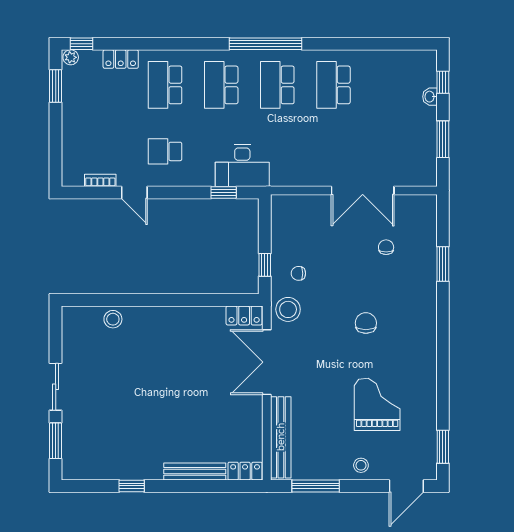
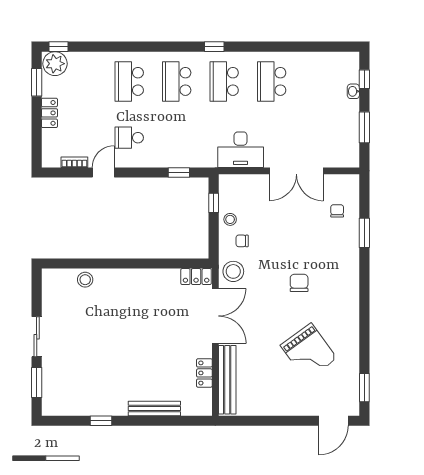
window: (265, 44) -> (214, 47), width x0.32
plant: (71, 57) -> (55, 64), width x1.88, depth x1.88
locker: (121, 59) -> (49, 113), moved, turned -90
desk: (242, 166) -> (241, 150), moved
door: (134, 193) -> (103, 172), swing flipped
chair: (386, 247) -> (337, 211), moved
window: (265, 265) -> (214, 203), moved
double door: (267, 362) -> (215, 316), swing flipped
grand piano: (377, 404) -> (309, 352), turned 144
stool: (361, 465) -> (230, 219), moved
locker: (245, 471) -> (204, 373), moved, turned -90
window: (316, 486) -> (257, 421), removed

